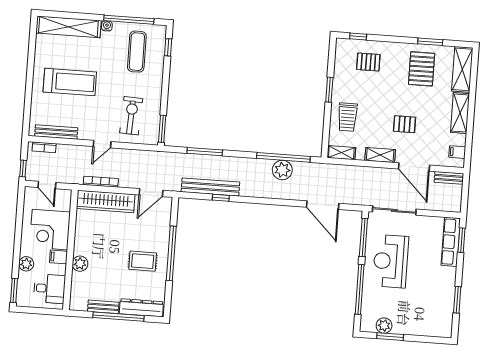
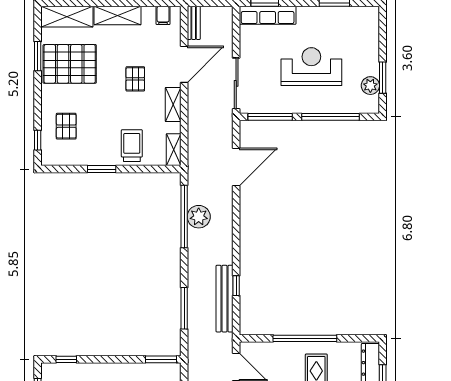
pallet: (422, 69) -> (70, 64), width x1.37, depth x1.41
trolley: (348, 117) -> (132, 146), turned -90
reception desk: (391, 261) -> (311, 67), moved, turned 180

